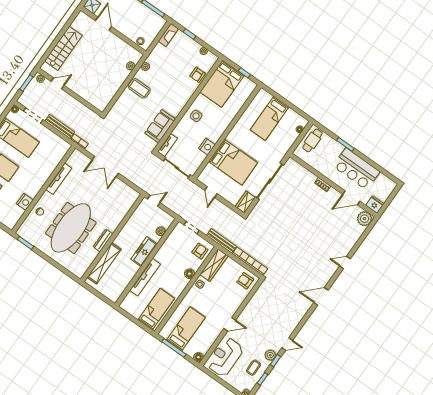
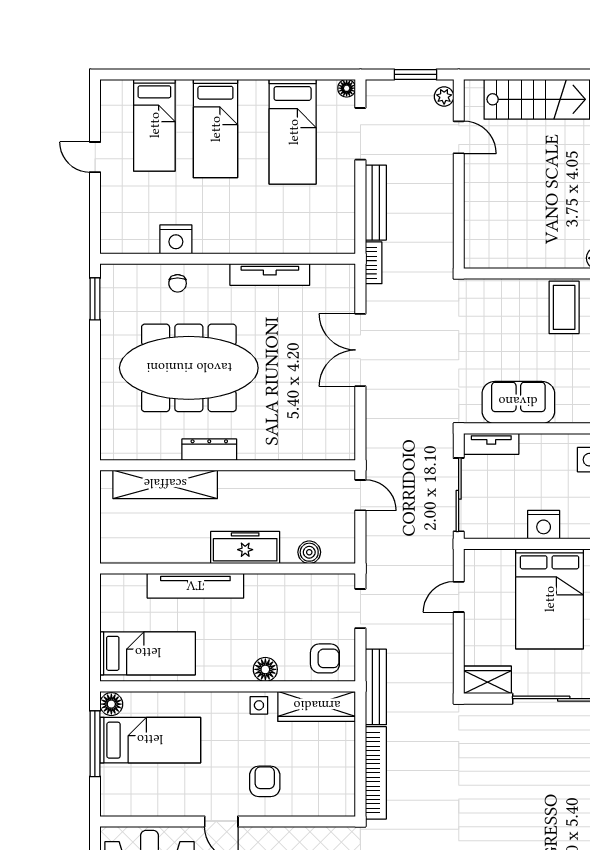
armchair: (245, 281) -> (265, 781), moved
floor lamp: (198, 357) -> (111, 704), moved

